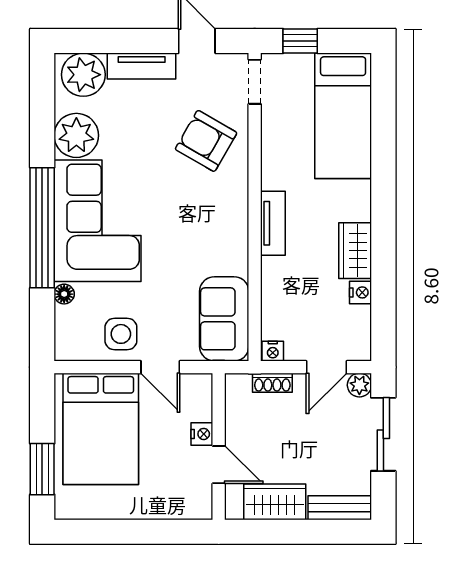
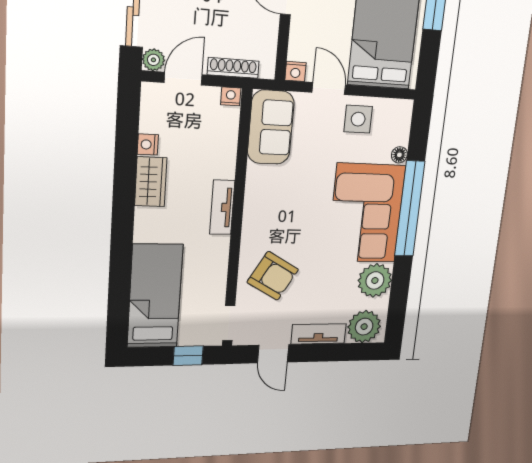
shoe rack: (272, 383) -> (233, 68), width x1.43
nightstand: (202, 434) -> (295, 71), moved, turned -90

